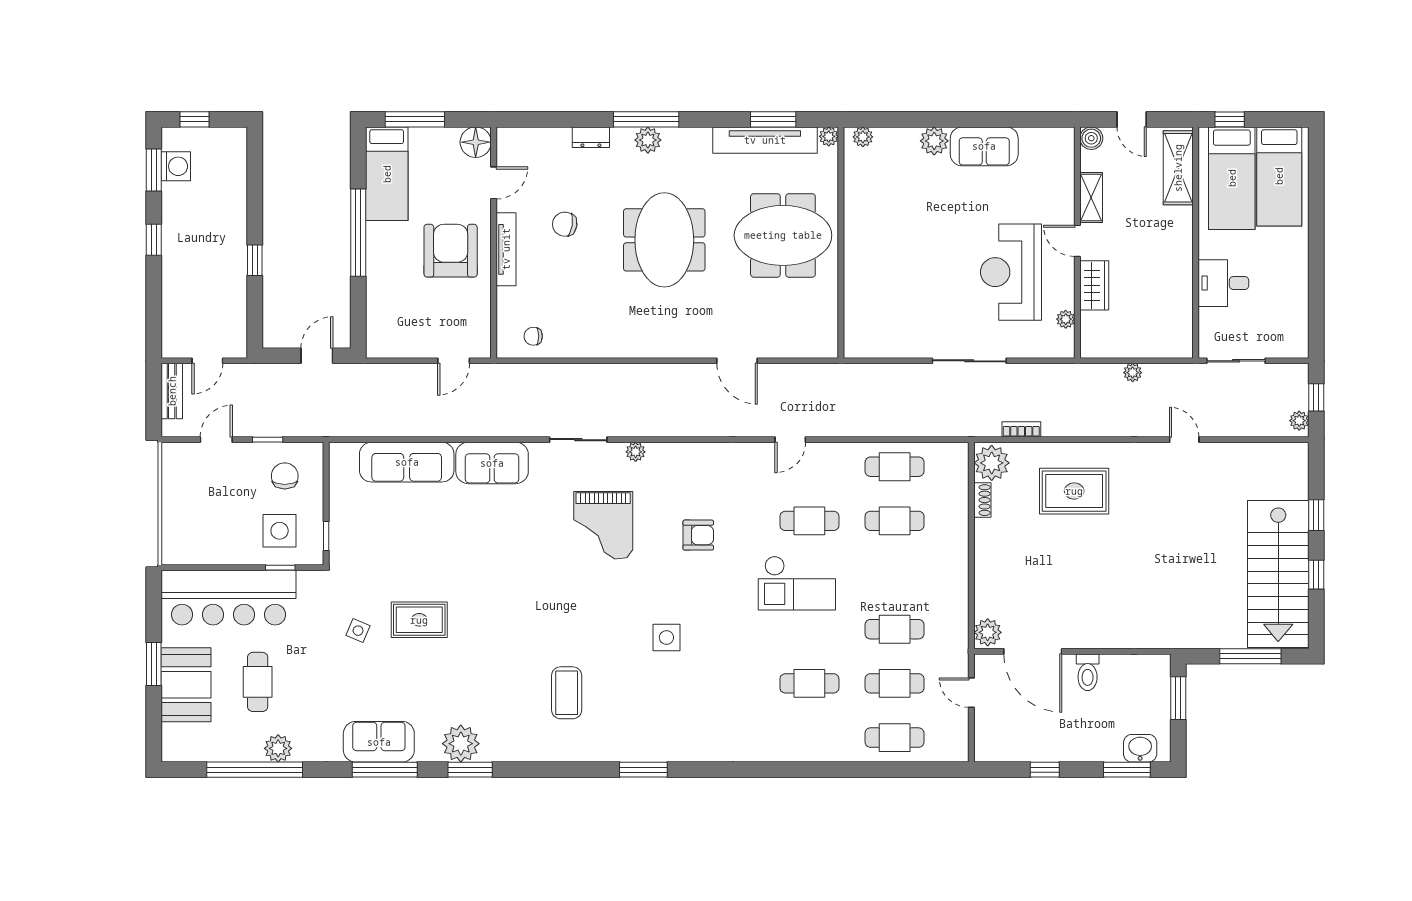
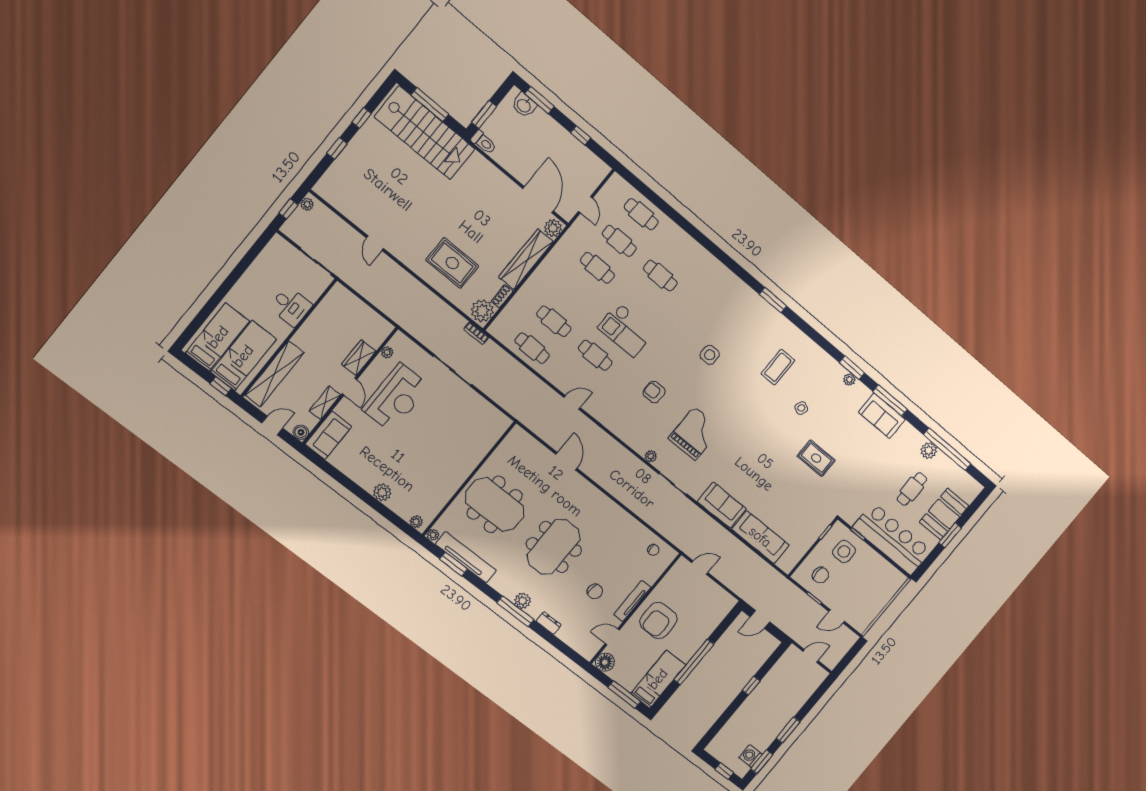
door: (1132, 119) -> (272, 426), hinge flipped
sofa: (984, 146) -> (328, 435), moved, turned 90
shelving: (1178, 168) -> (274, 374), width x1.47
window: (154, 240) -> (788, 730), width x1.50
plant: (1133, 373) -> (374, 298), removed
bench: (172, 391) -> (838, 655), removed
bookcase: (1021, 429) -> (476, 333), moved
chair: (285, 476) -> (821, 575), turned -90
wardrobe: (990, 568) -> (526, 259), added
stairs: (1278, 574) -> (425, 133), moved, turned 90
checkout: (797, 583) -> (626, 330), turned 180
side table: (358, 631) -> (801, 408), moved
toilet: (1088, 672) -> (484, 142), moved, turned 90
plant: (461, 744) -> (849, 380), width x0.53, depth x0.53

